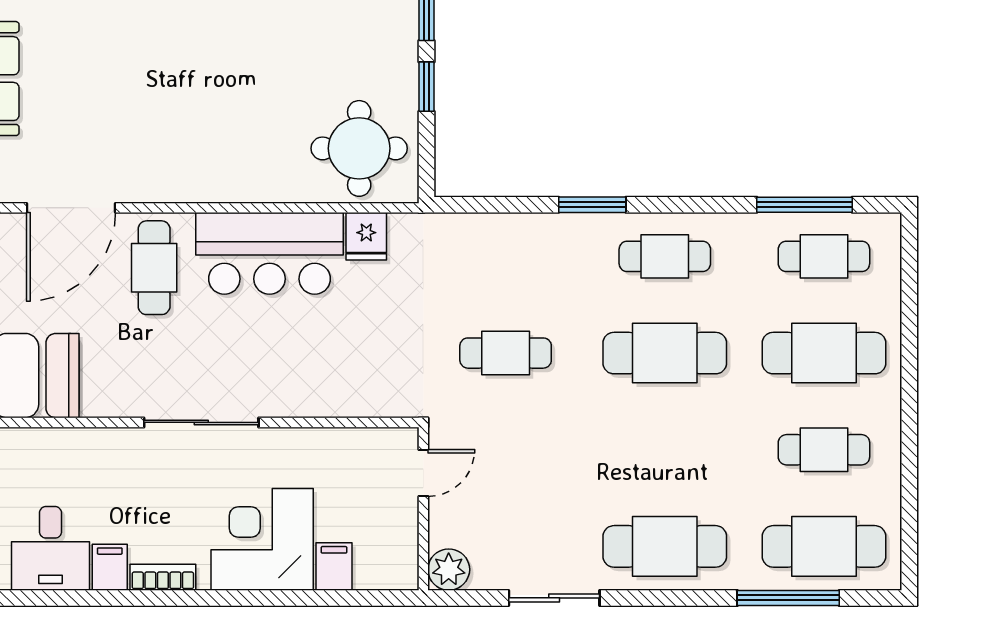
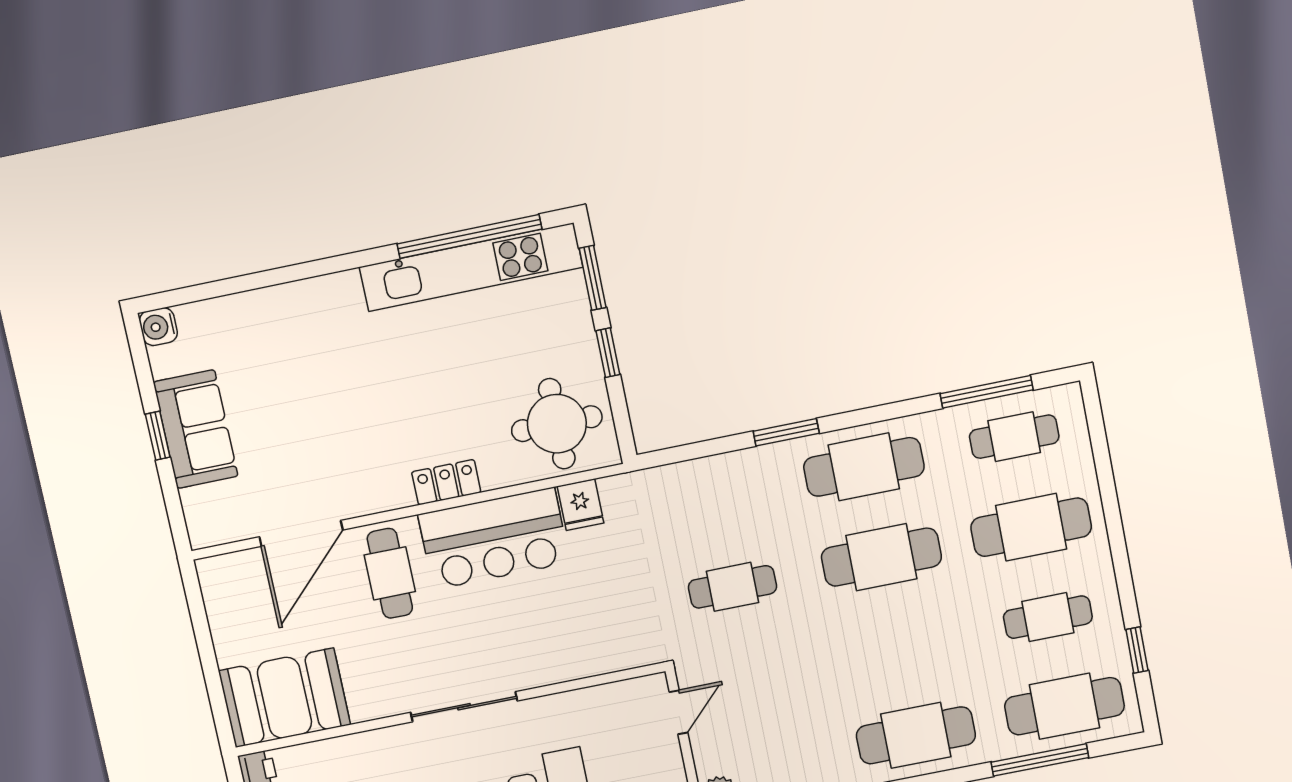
locker: (233, 185) -> (446, 482), added
cafe table: (665, 256) -> (864, 467), width x1.37, depth x1.35
window: (909, 502) -> (1137, 650), added

